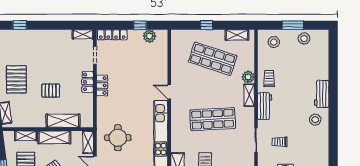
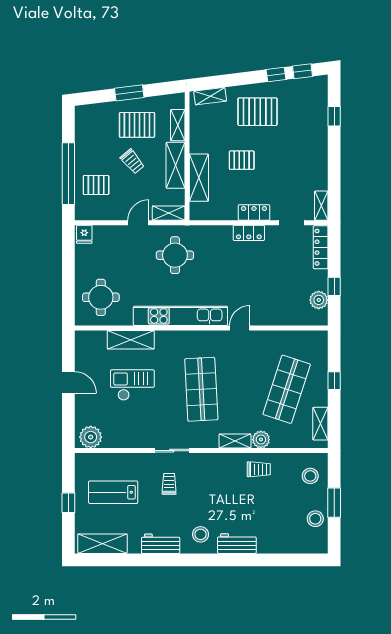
pallet: (51, 91) -> (242, 160), turned 90
workbench: (265, 106) -> (161, 544), moved, turned 180

